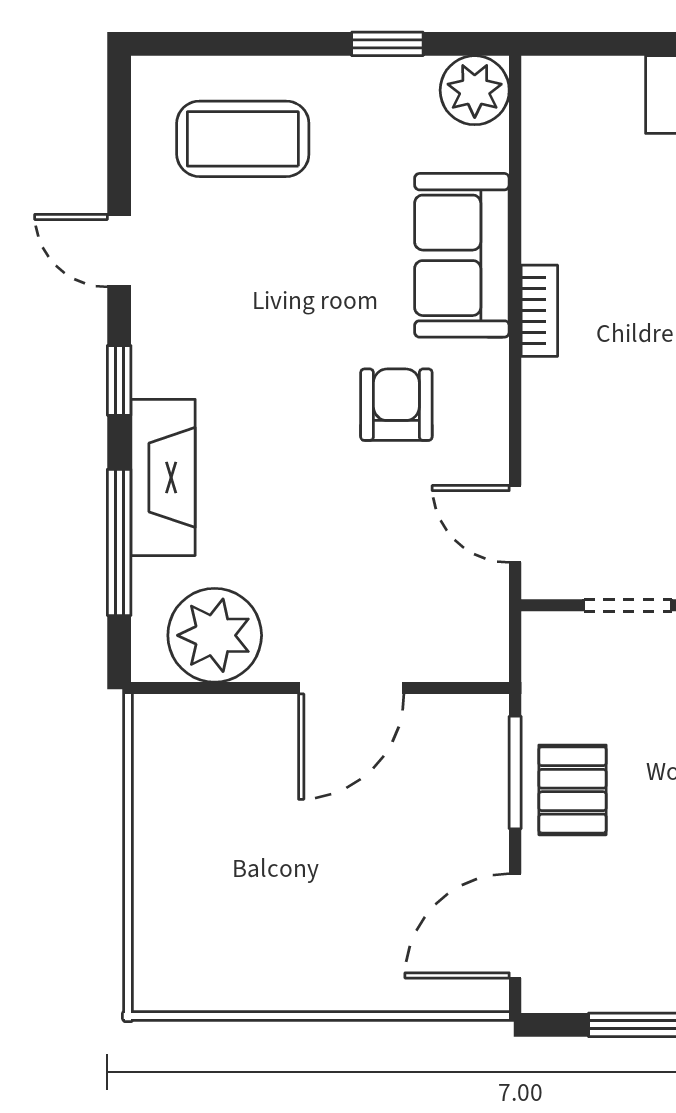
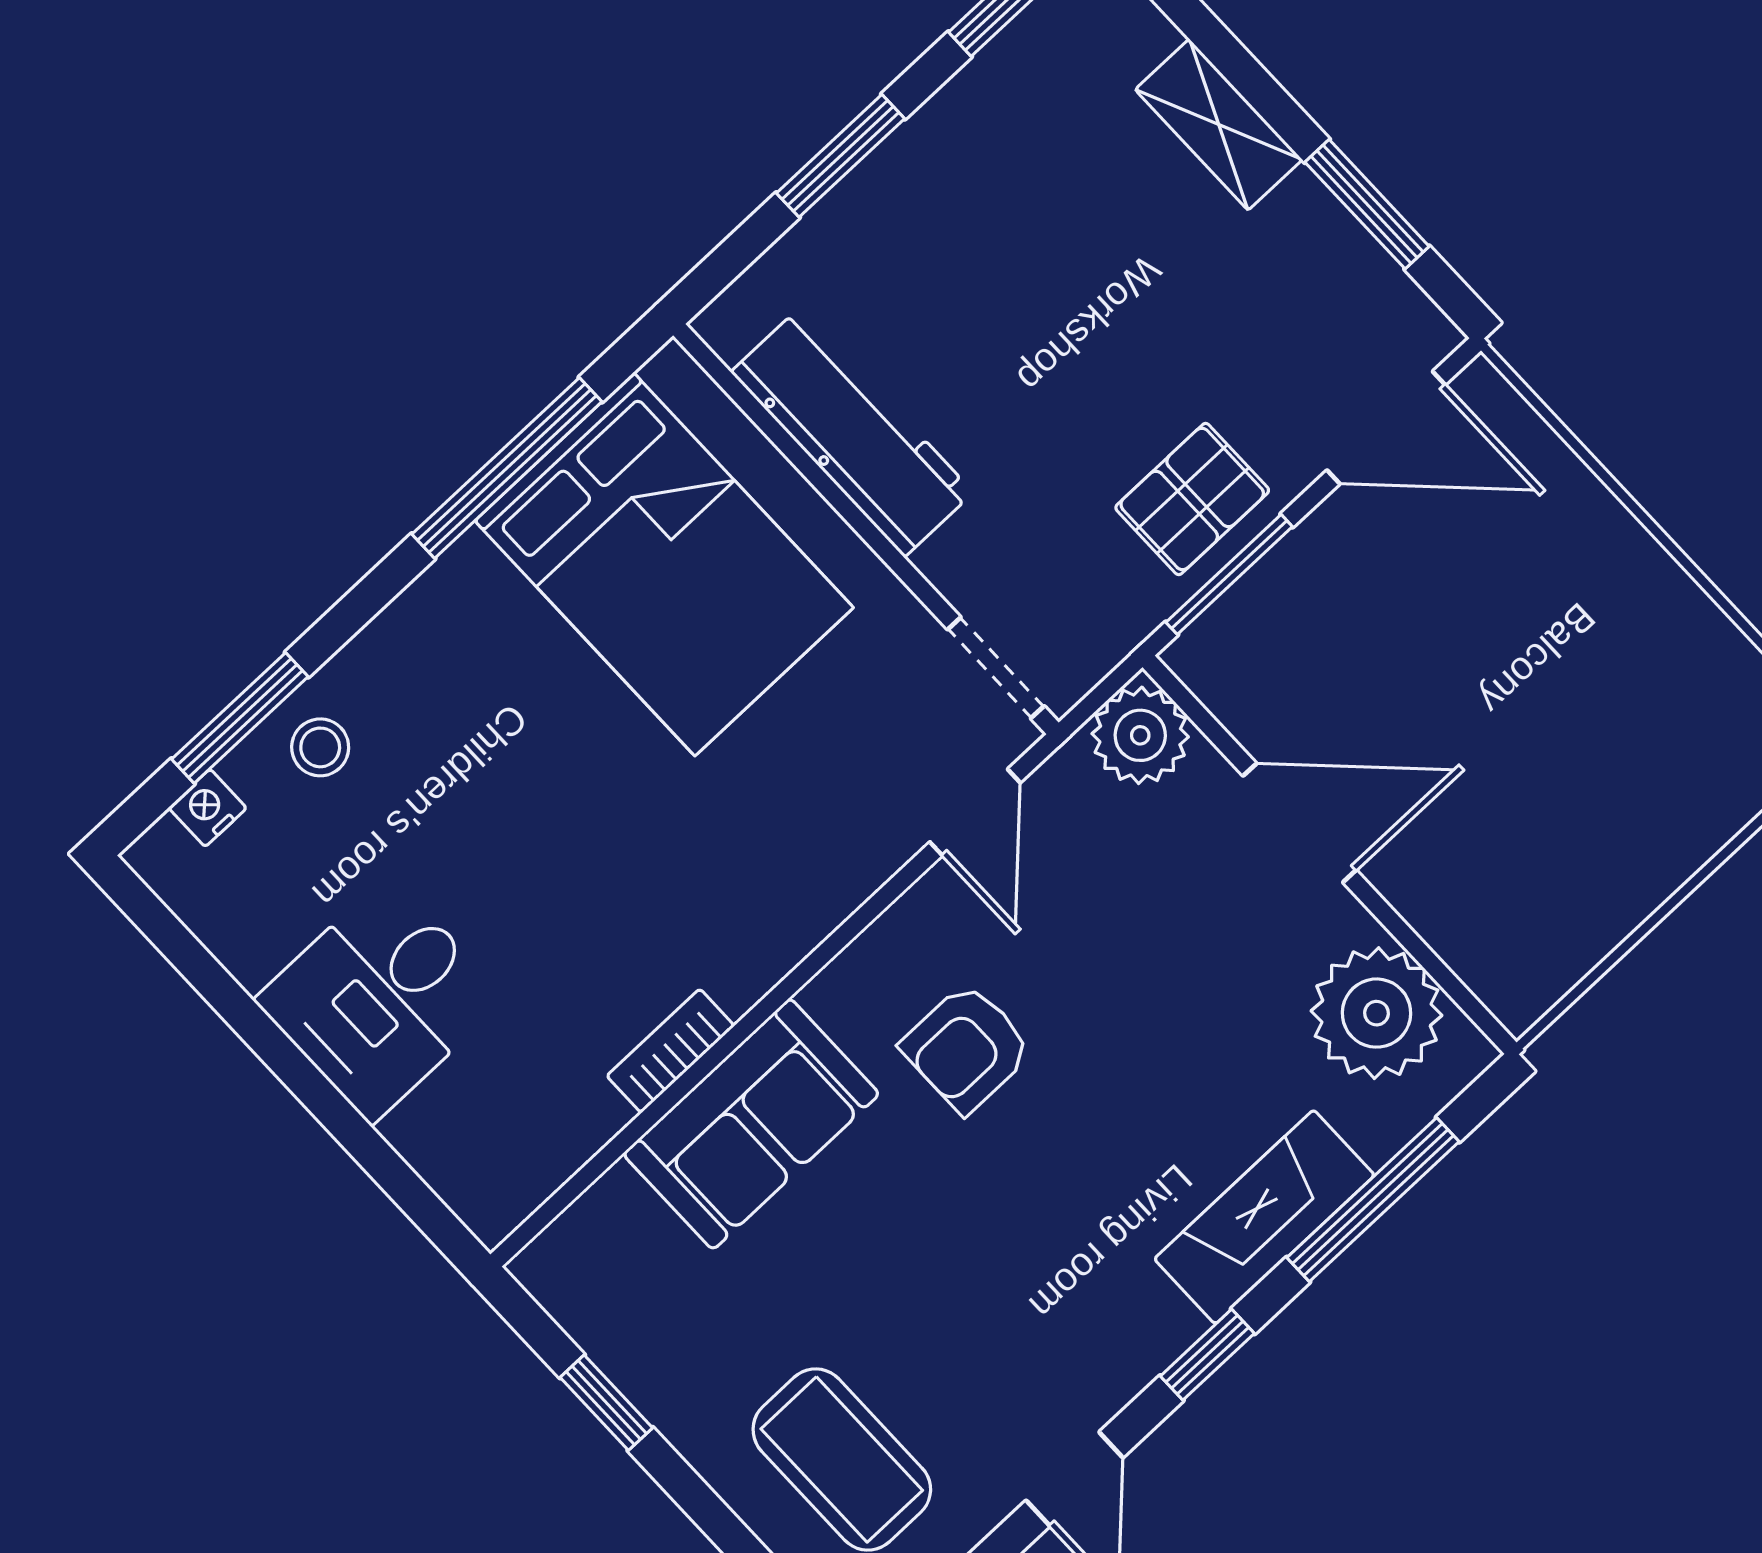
plant: (475, 90) -> (1140, 735), moved
bookcase: (539, 311) -> (671, 1051), moved
doorway: (628, 605) -> (996, 668), moved

